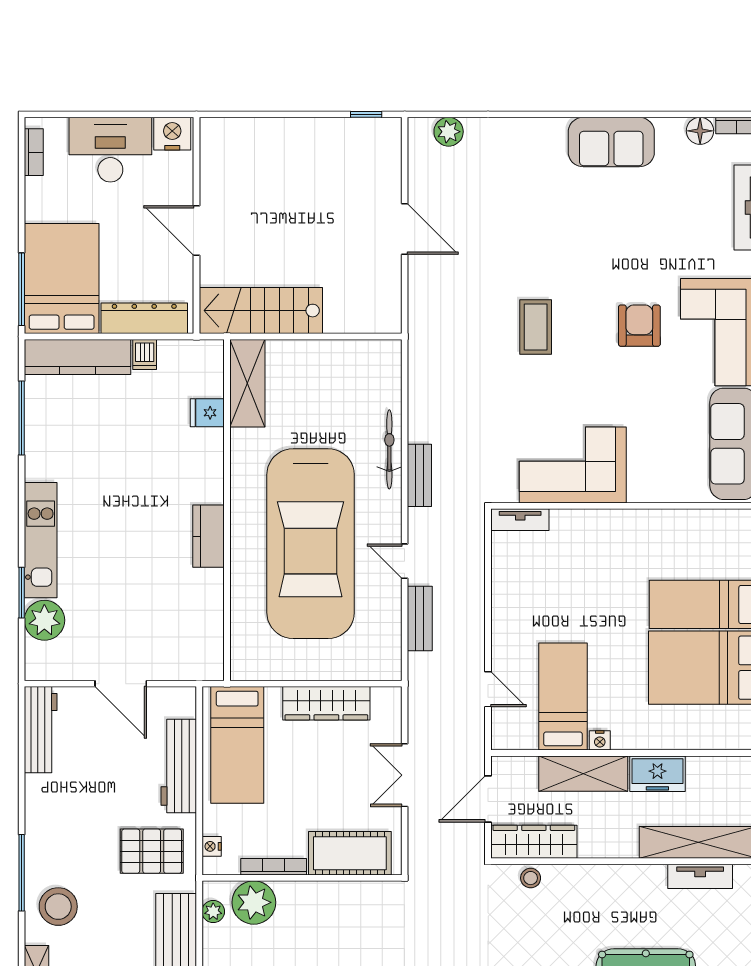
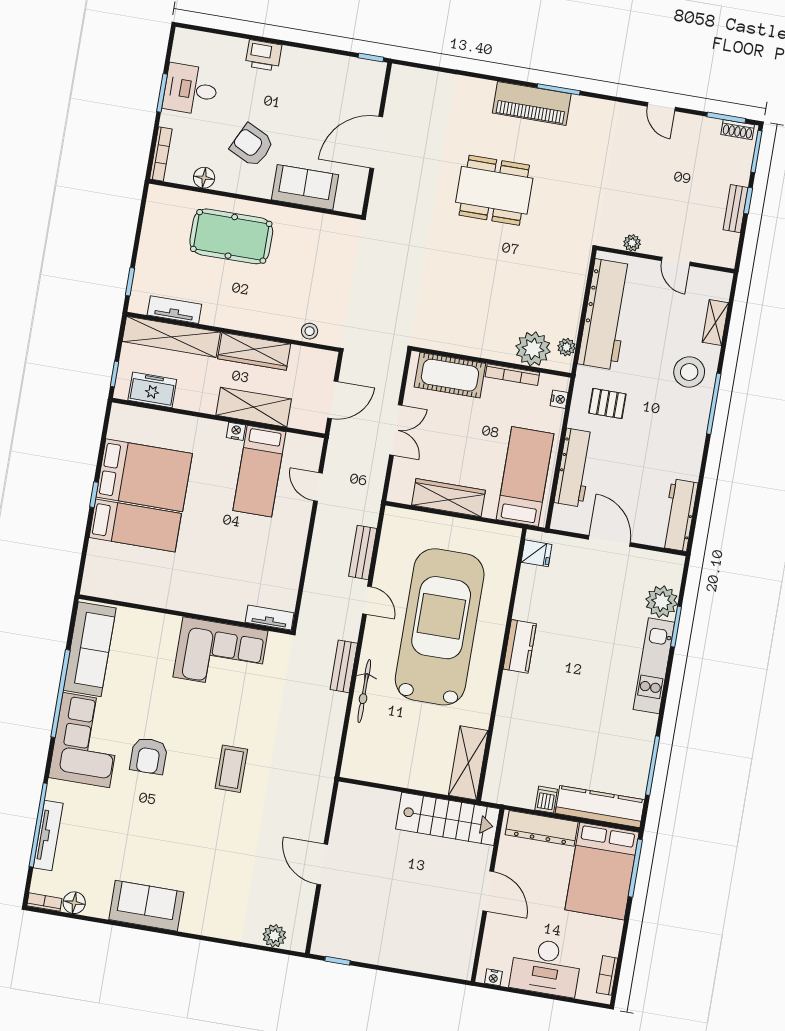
nightstand: (172, 134) -> (493, 977), width x0.53, depth x0.56
fridge: (207, 413) -> (536, 553), moved
freezer: (657, 774) -> (152, 390), moved
wardrobe: (534, 842) -> (254, 351), moved
pallet: (152, 851) -> (607, 403), width x0.67, depth x0.71

